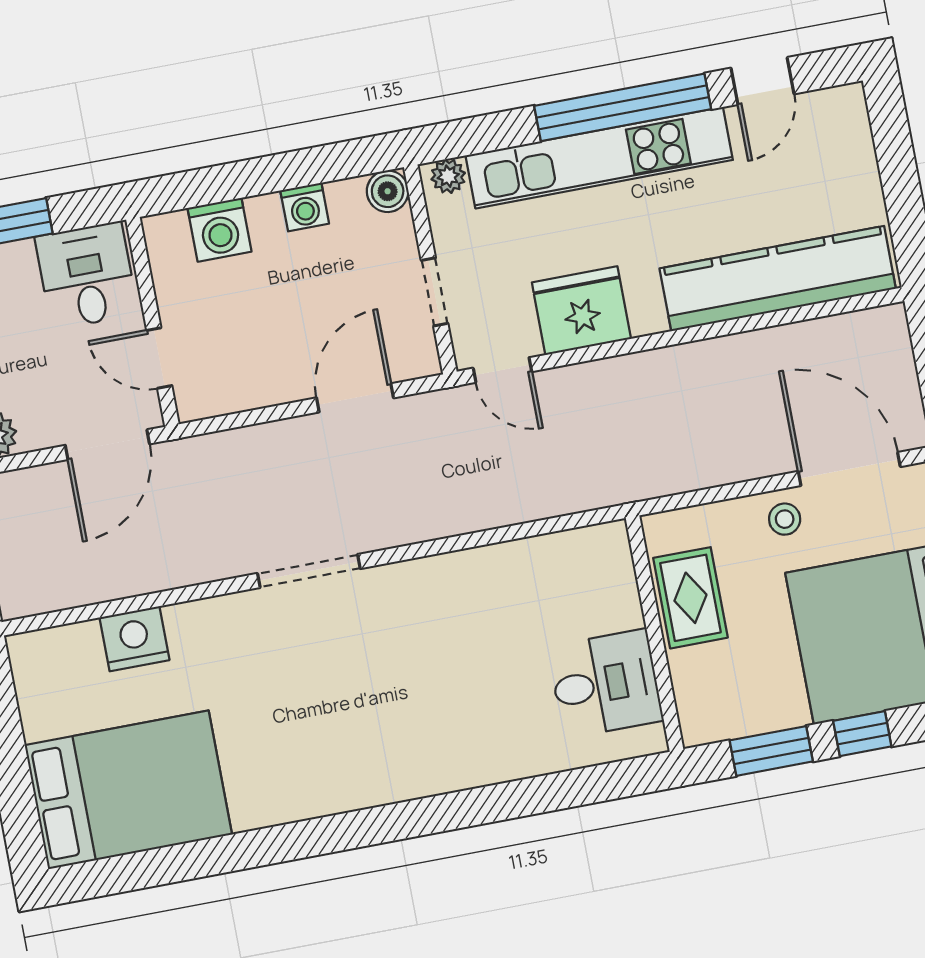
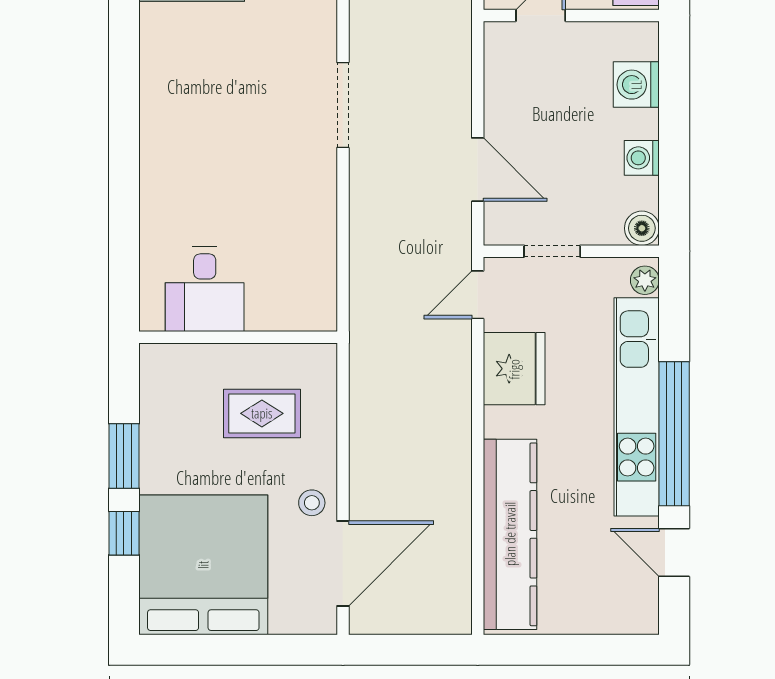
wall: (654, 634) -> (238, 337), moved
desk: (605, 684) -> (205, 289), moved

